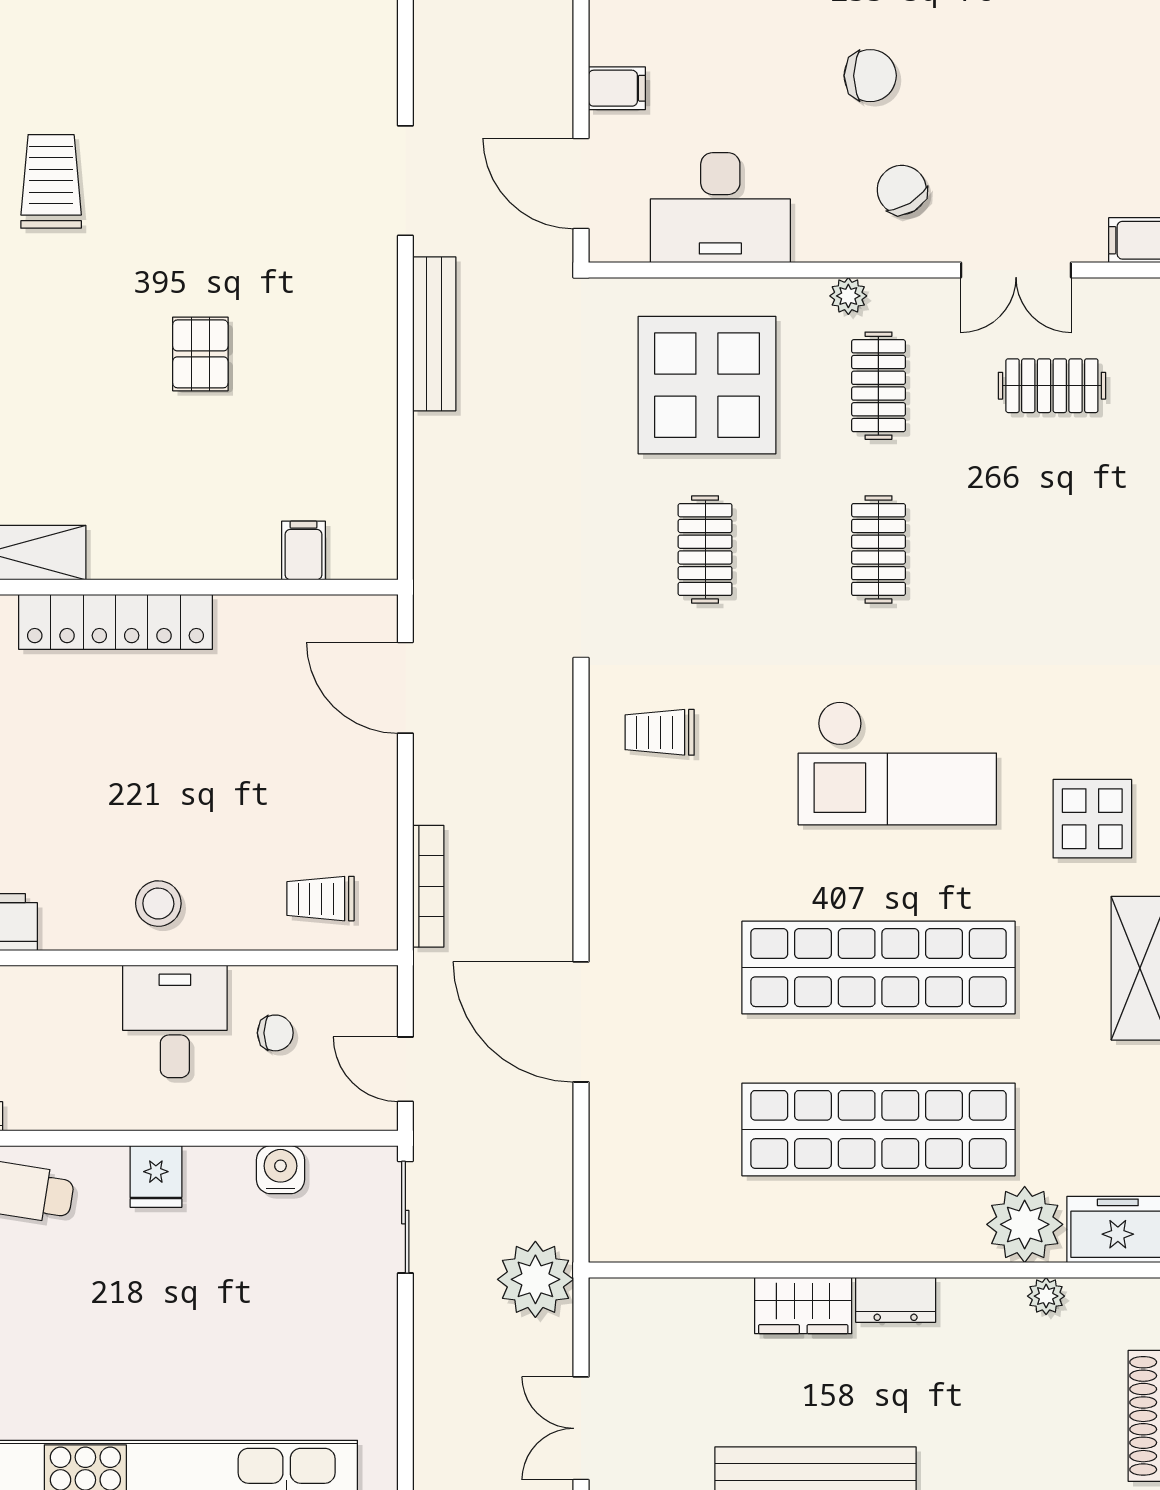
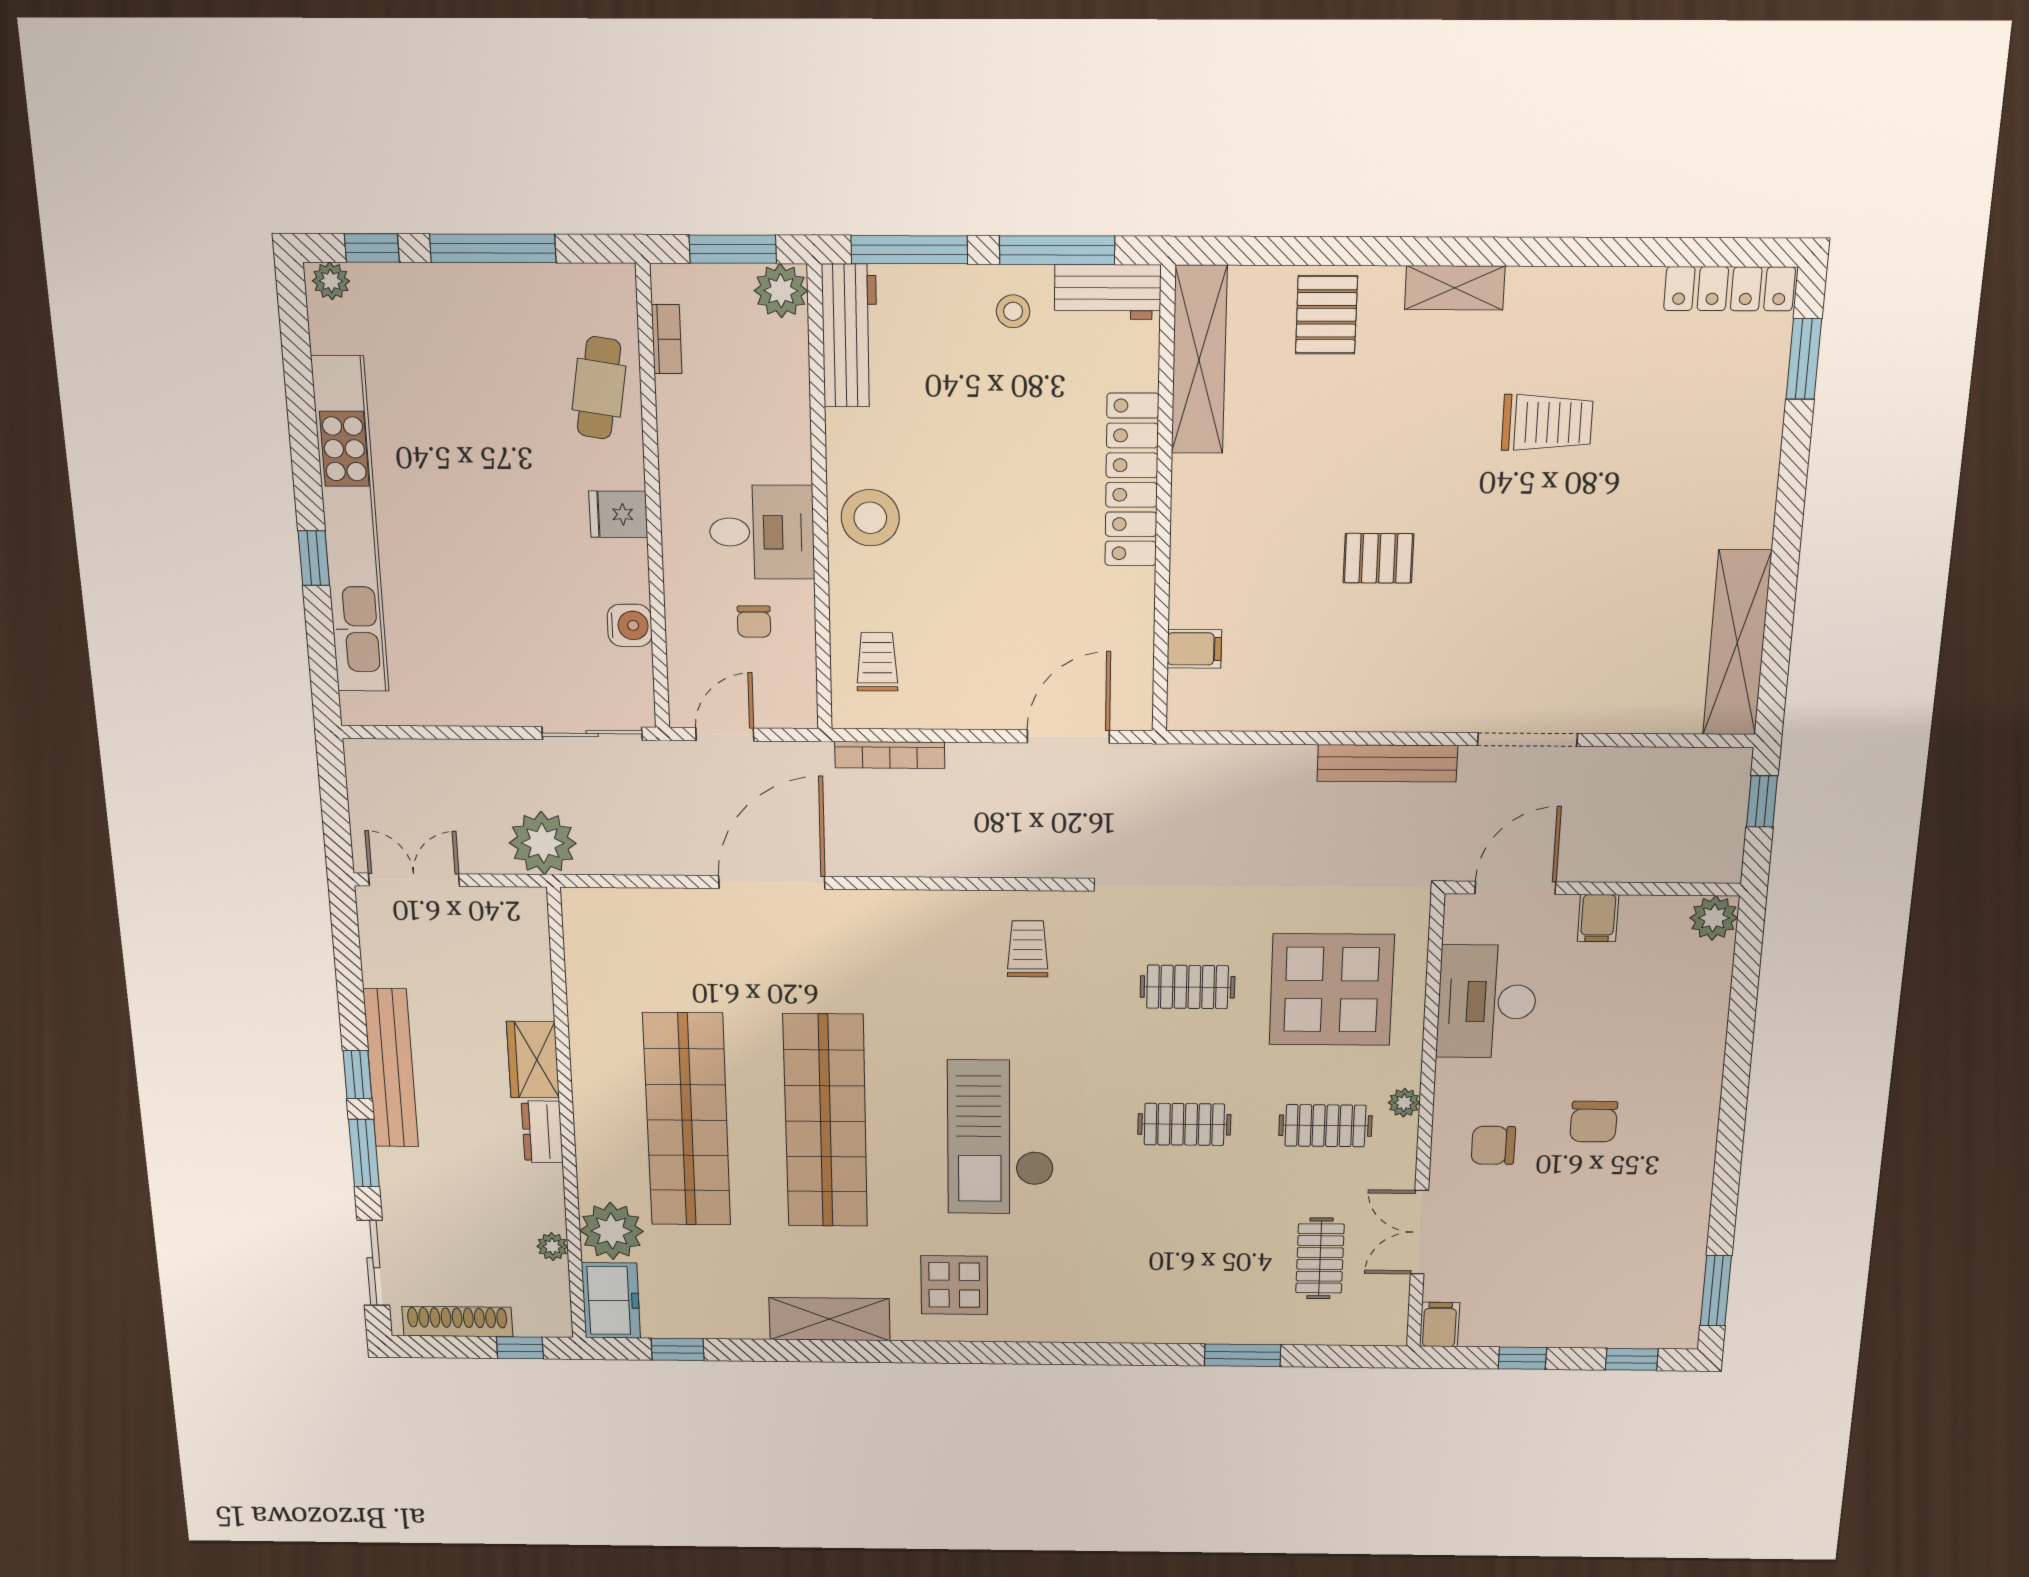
chair: (902, 190) -> (1493, 1145), turned -149
stool: (158, 904) -> (870, 518), width x1.38, depth x1.38

